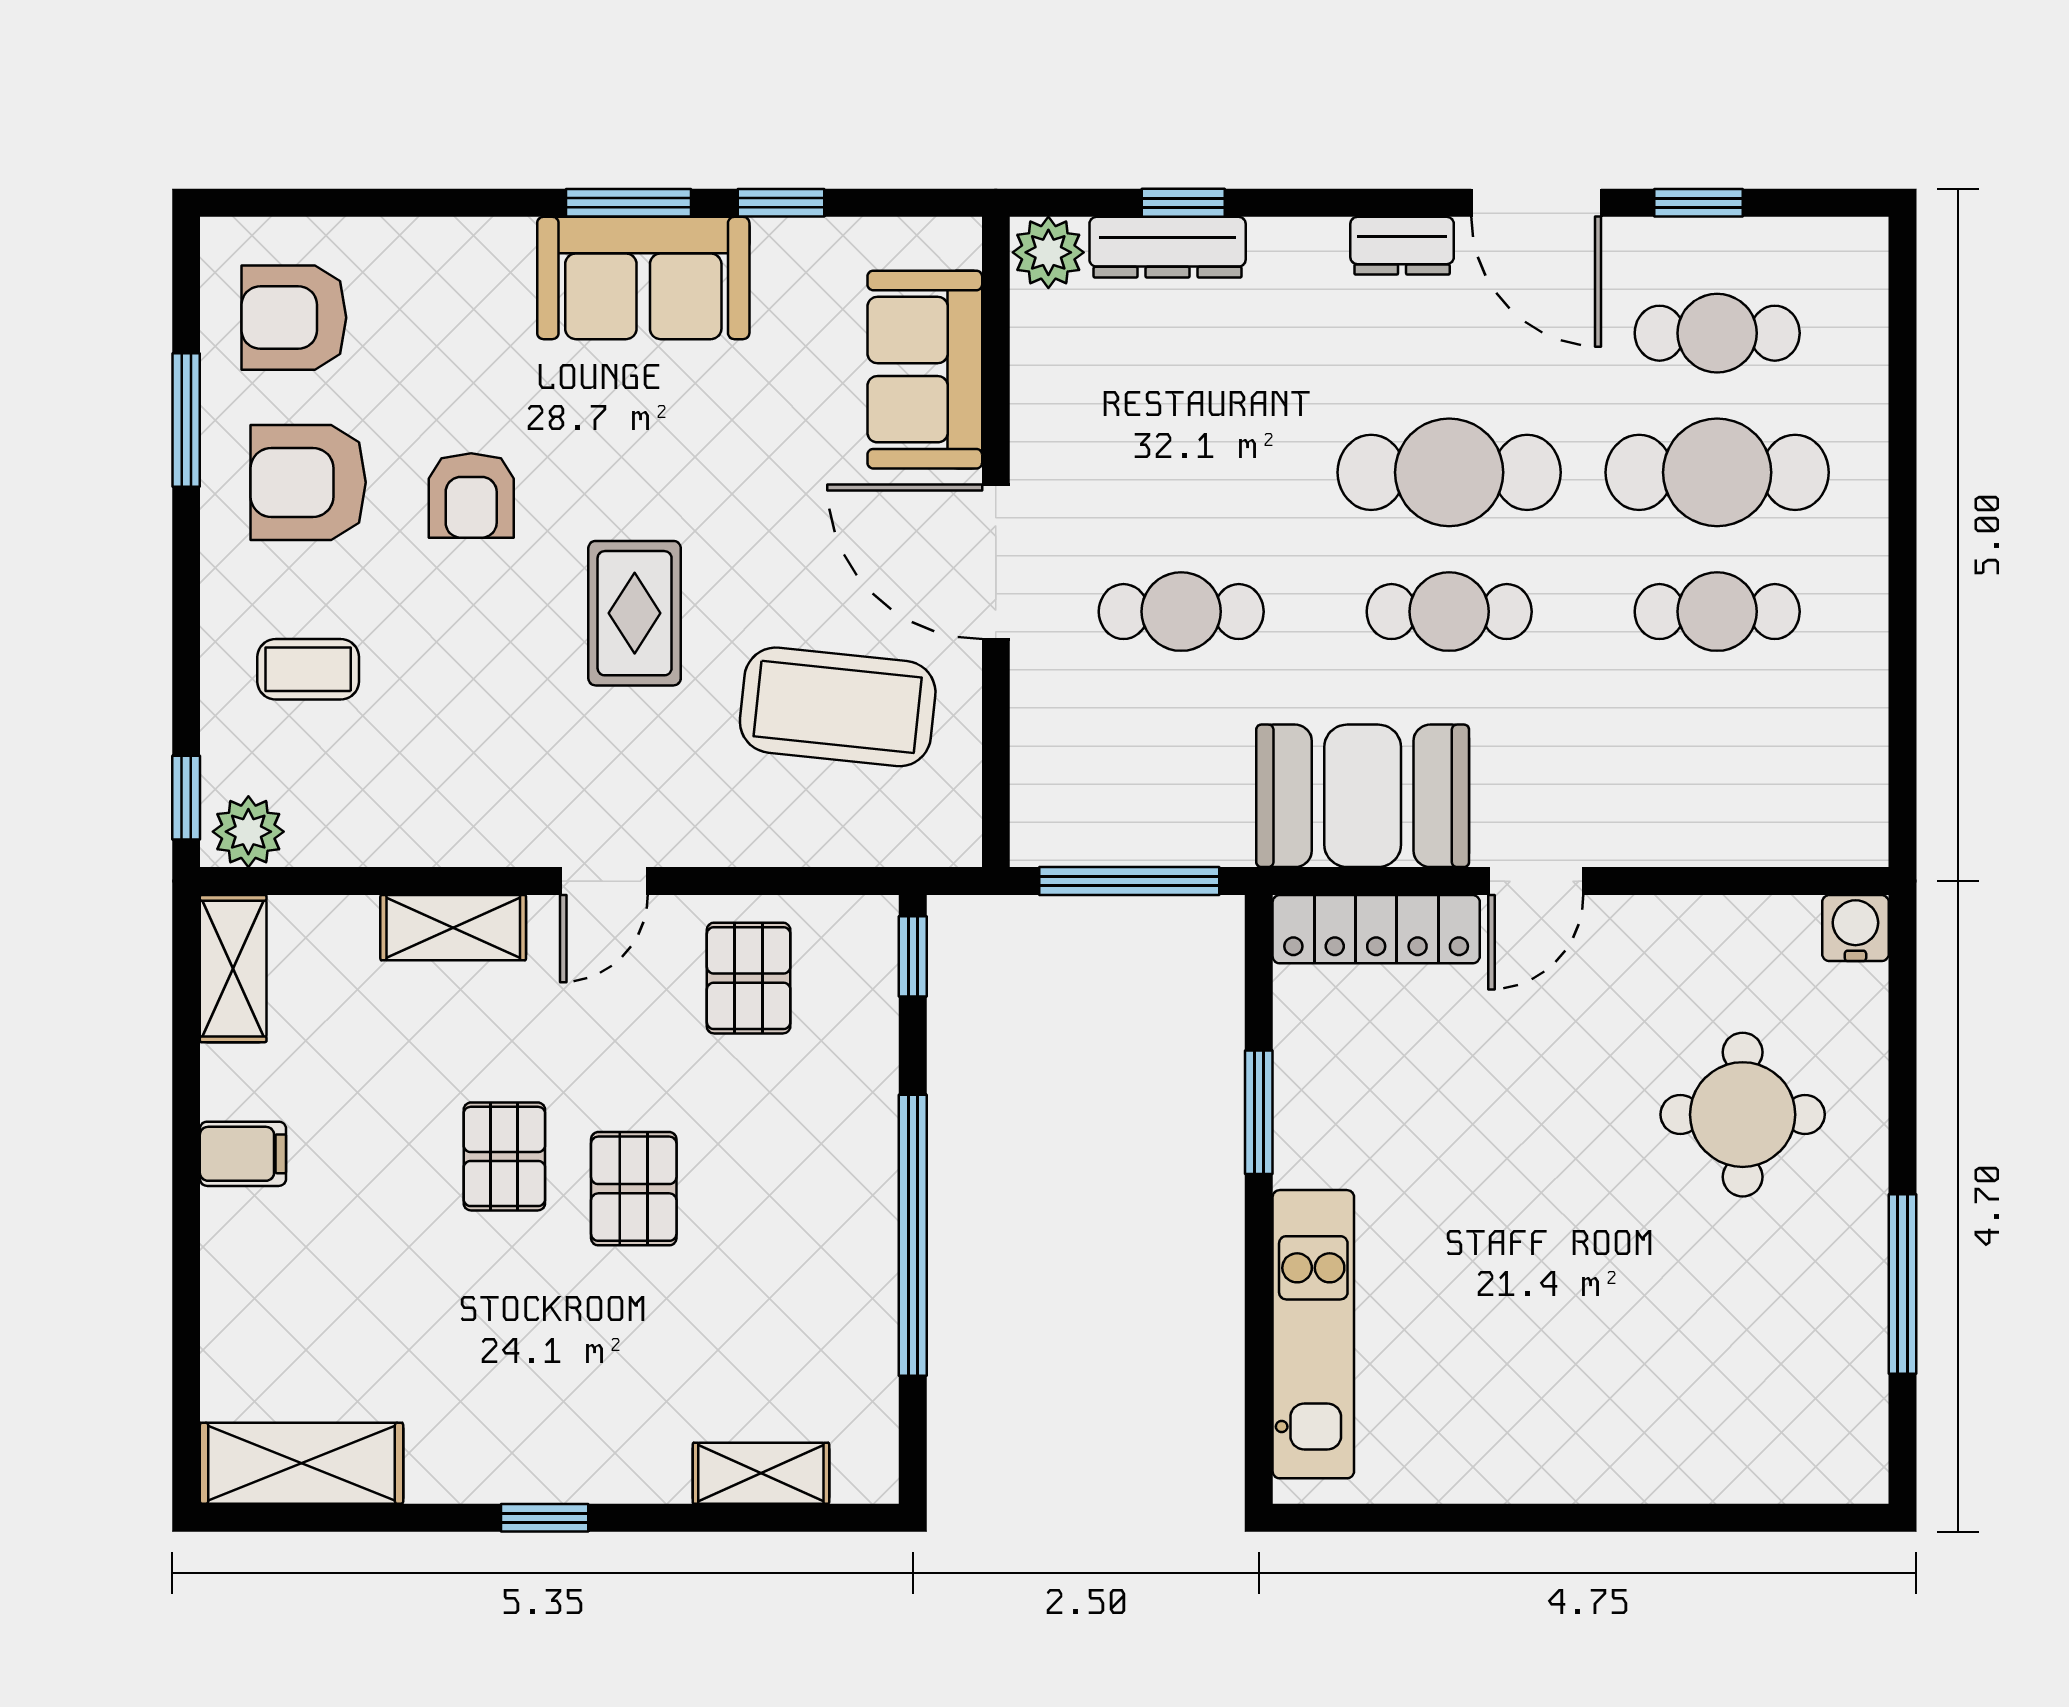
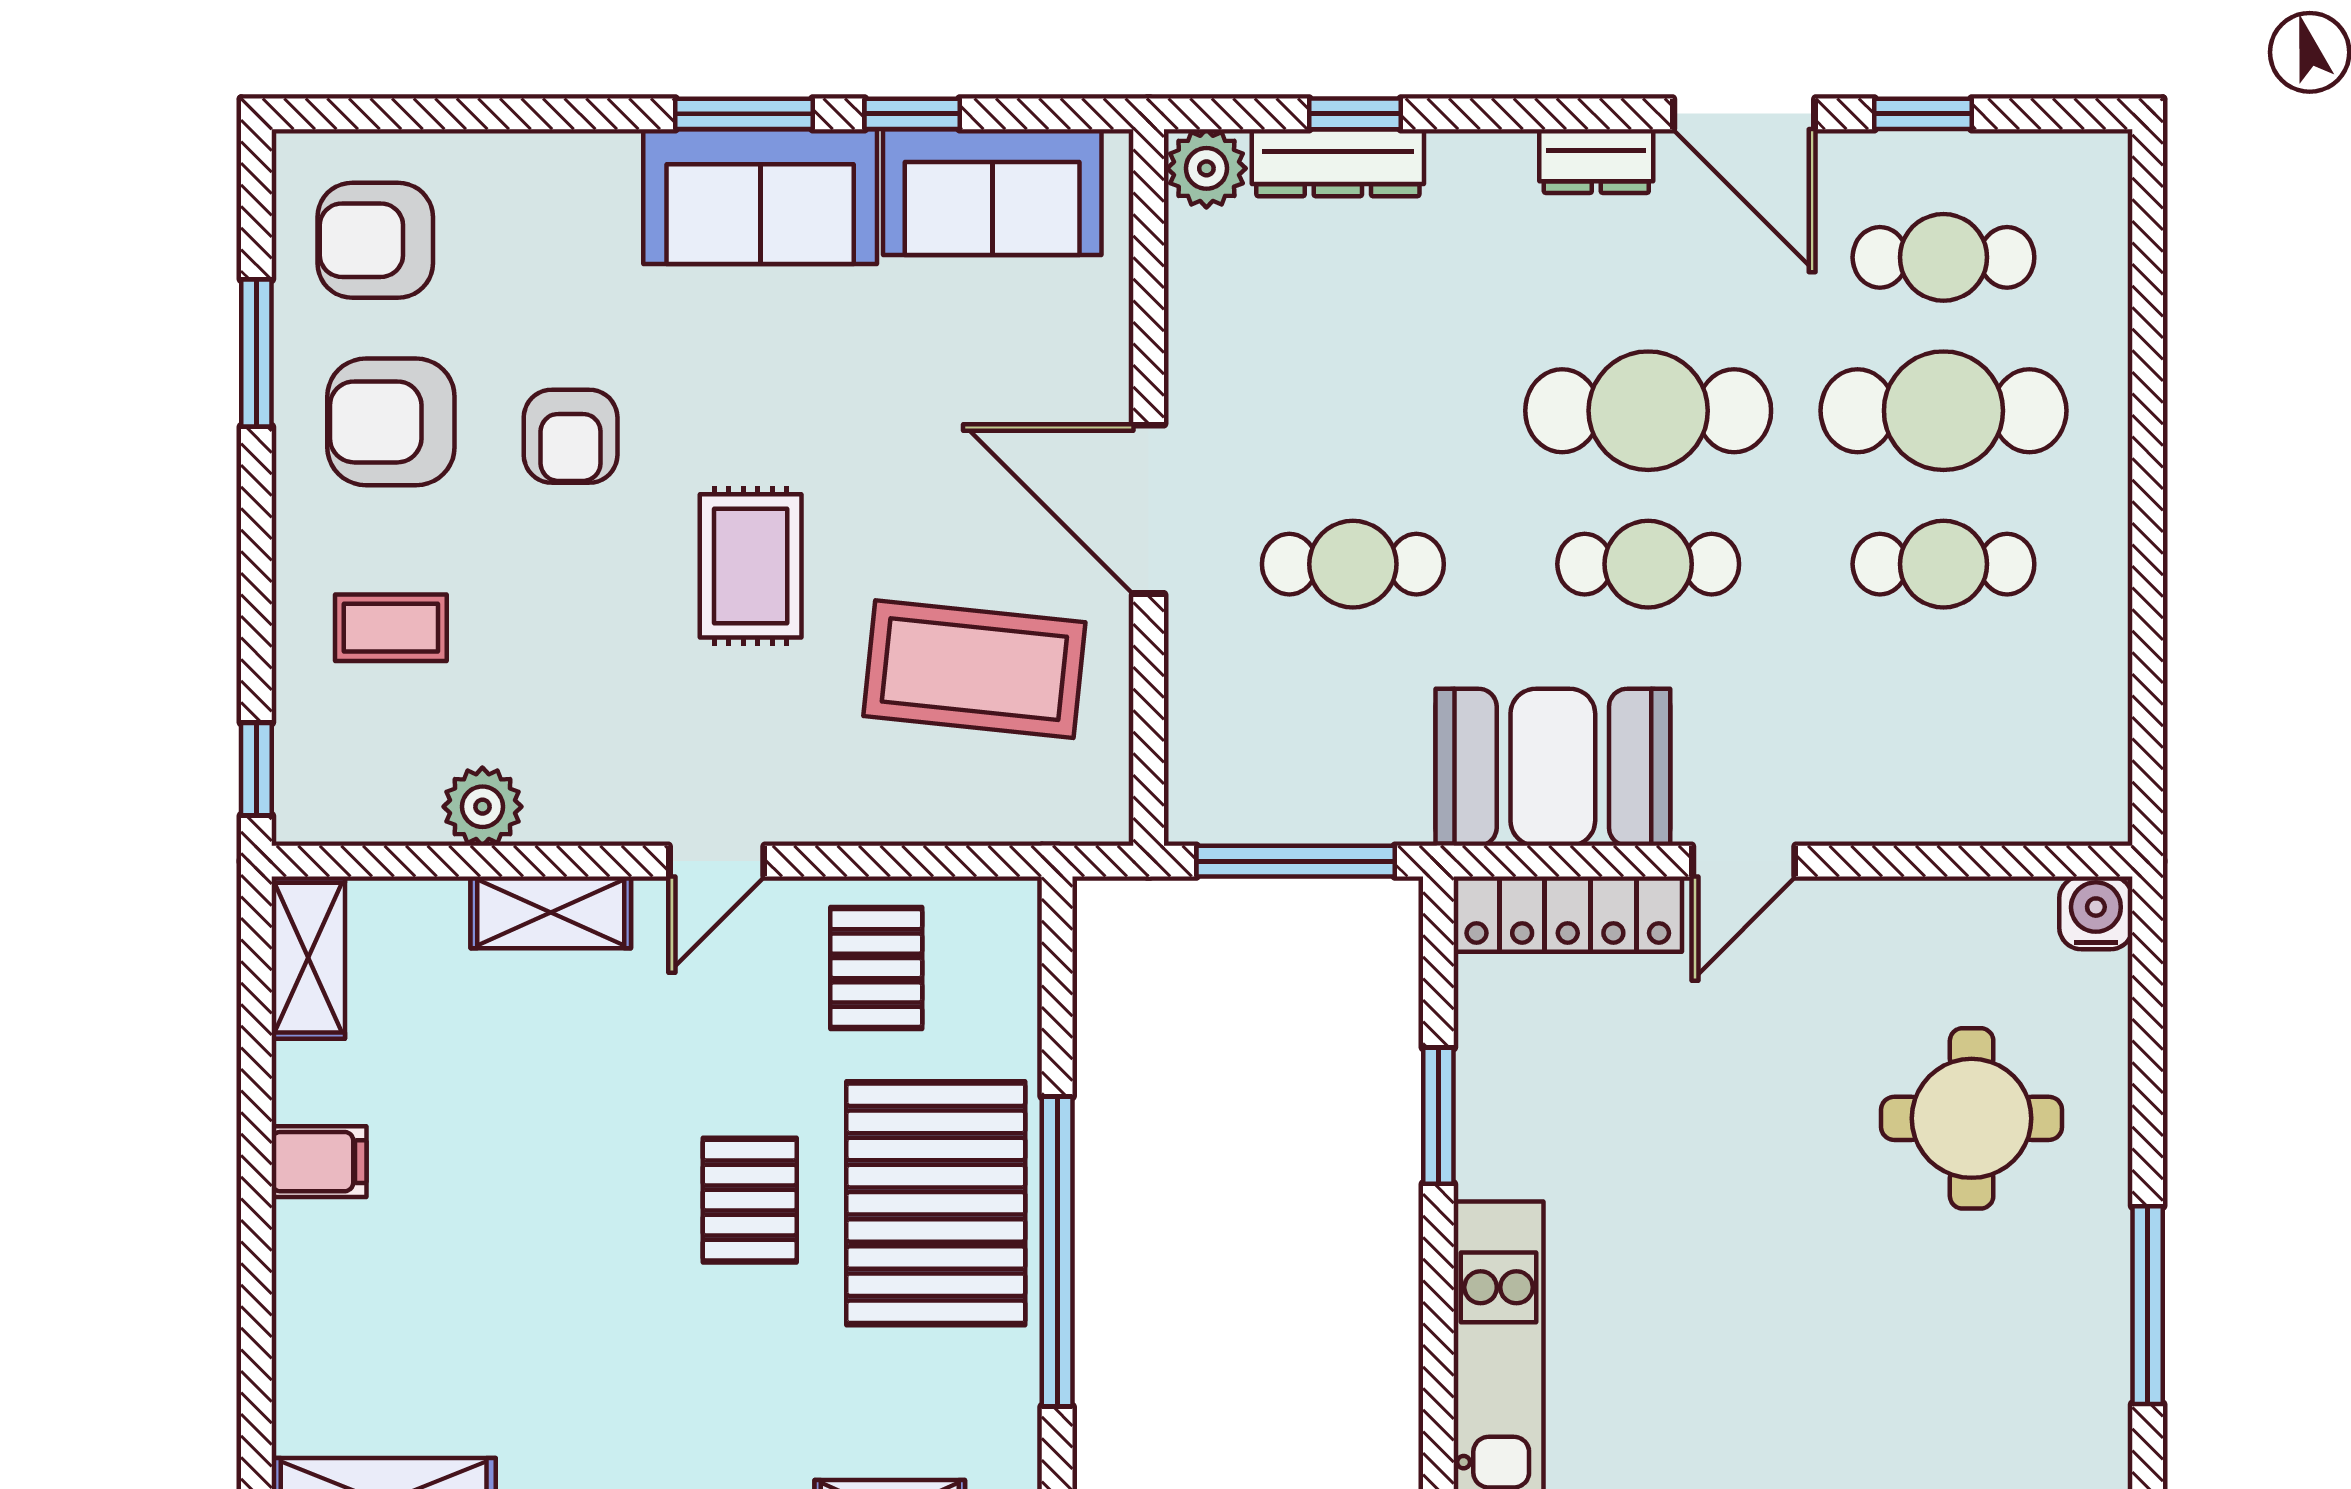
sofa: (925, 370) -> (992, 192), moved, turned -90
plant: (248, 832) -> (482, 807), moved
window: (913, 956) -> (1057, 944), removed
pallet: (504, 1156) -> (936, 1203), moved, width x2.05, depth x2.00

